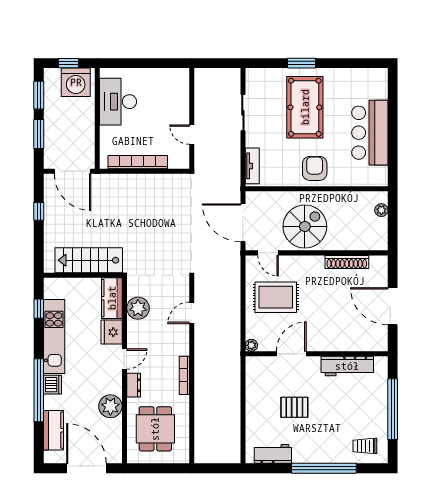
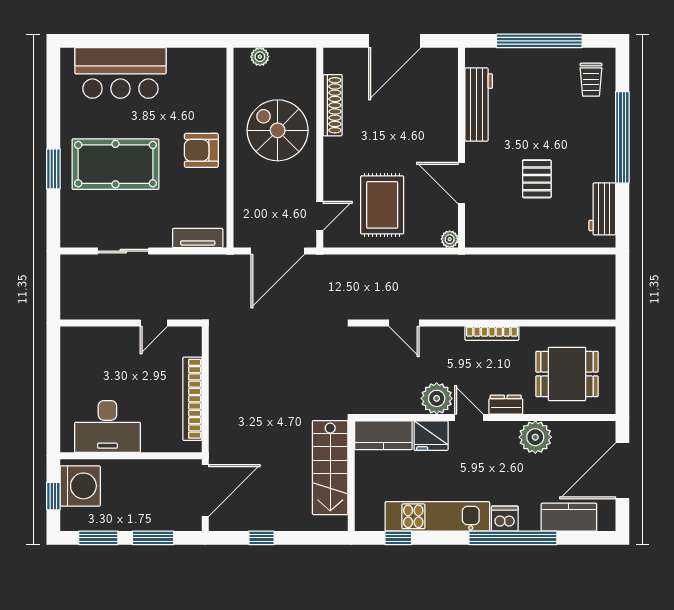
bar counter: (370, 133) -> (120, 73), moved
spiral stairs: (305, 227) -> (278, 130), moved
plant: (138, 308) -> (437, 398), moved

